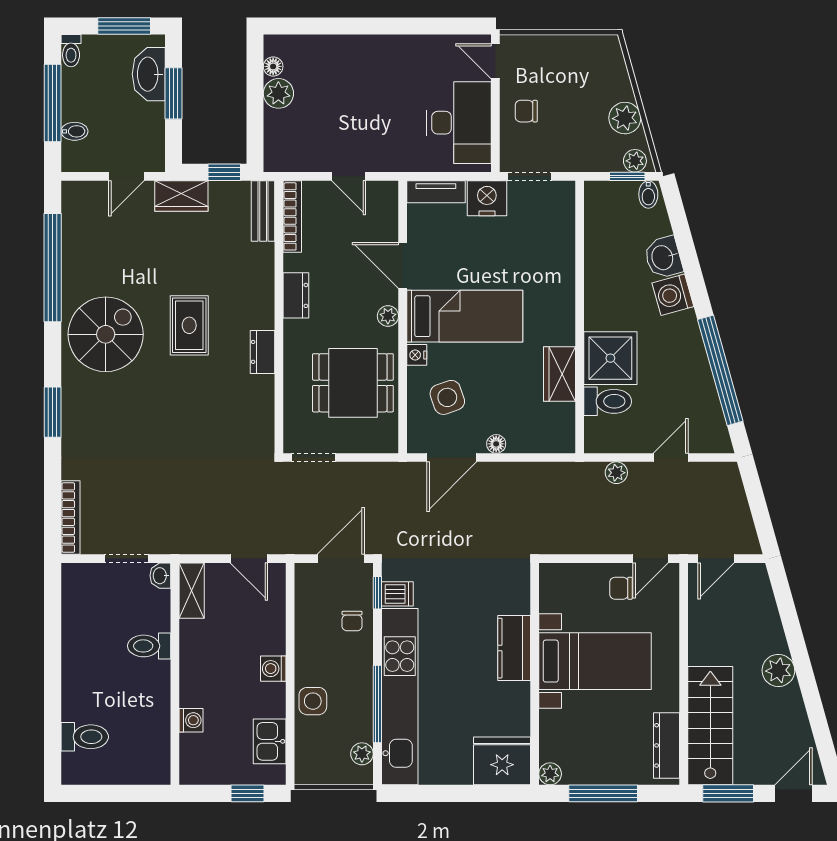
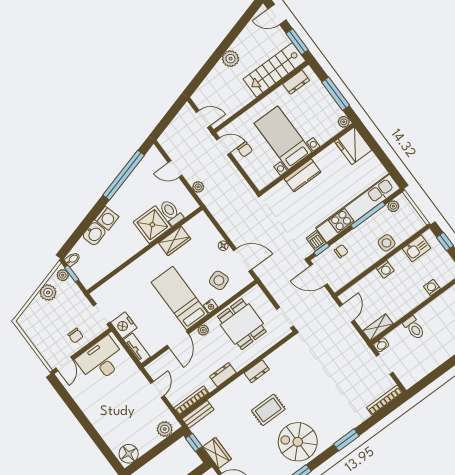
floor lamp: (273, 66) -> (129, 454), width x1.89, depth x1.89
plant: (278, 93) -> (165, 429), moved
dresser: (667, 745) -> (296, 82), width x0.70

